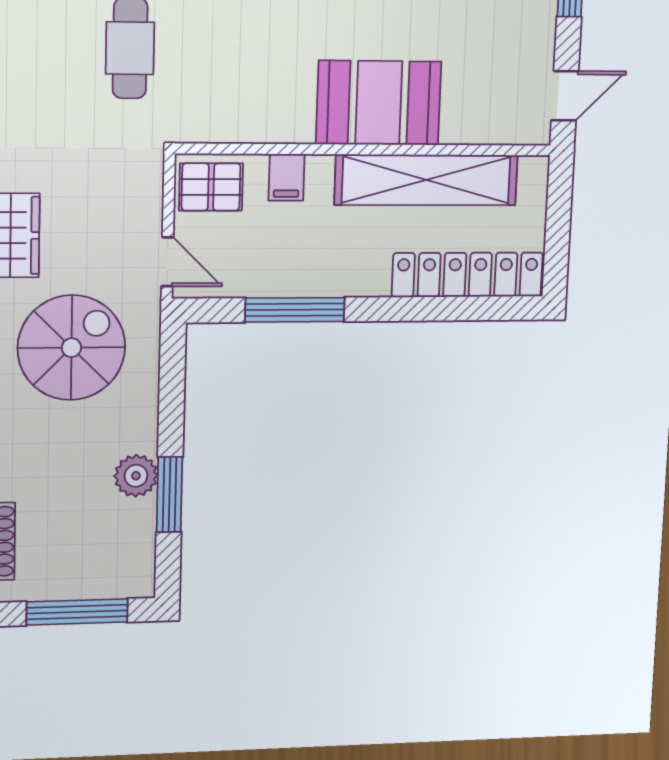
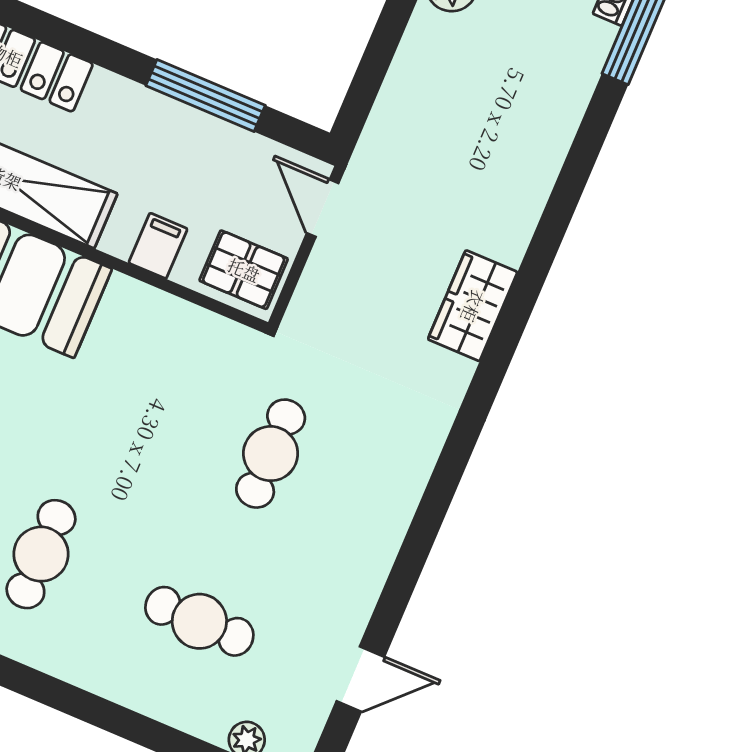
spiral stairs: (71, 348) -> (463, 158), removed

